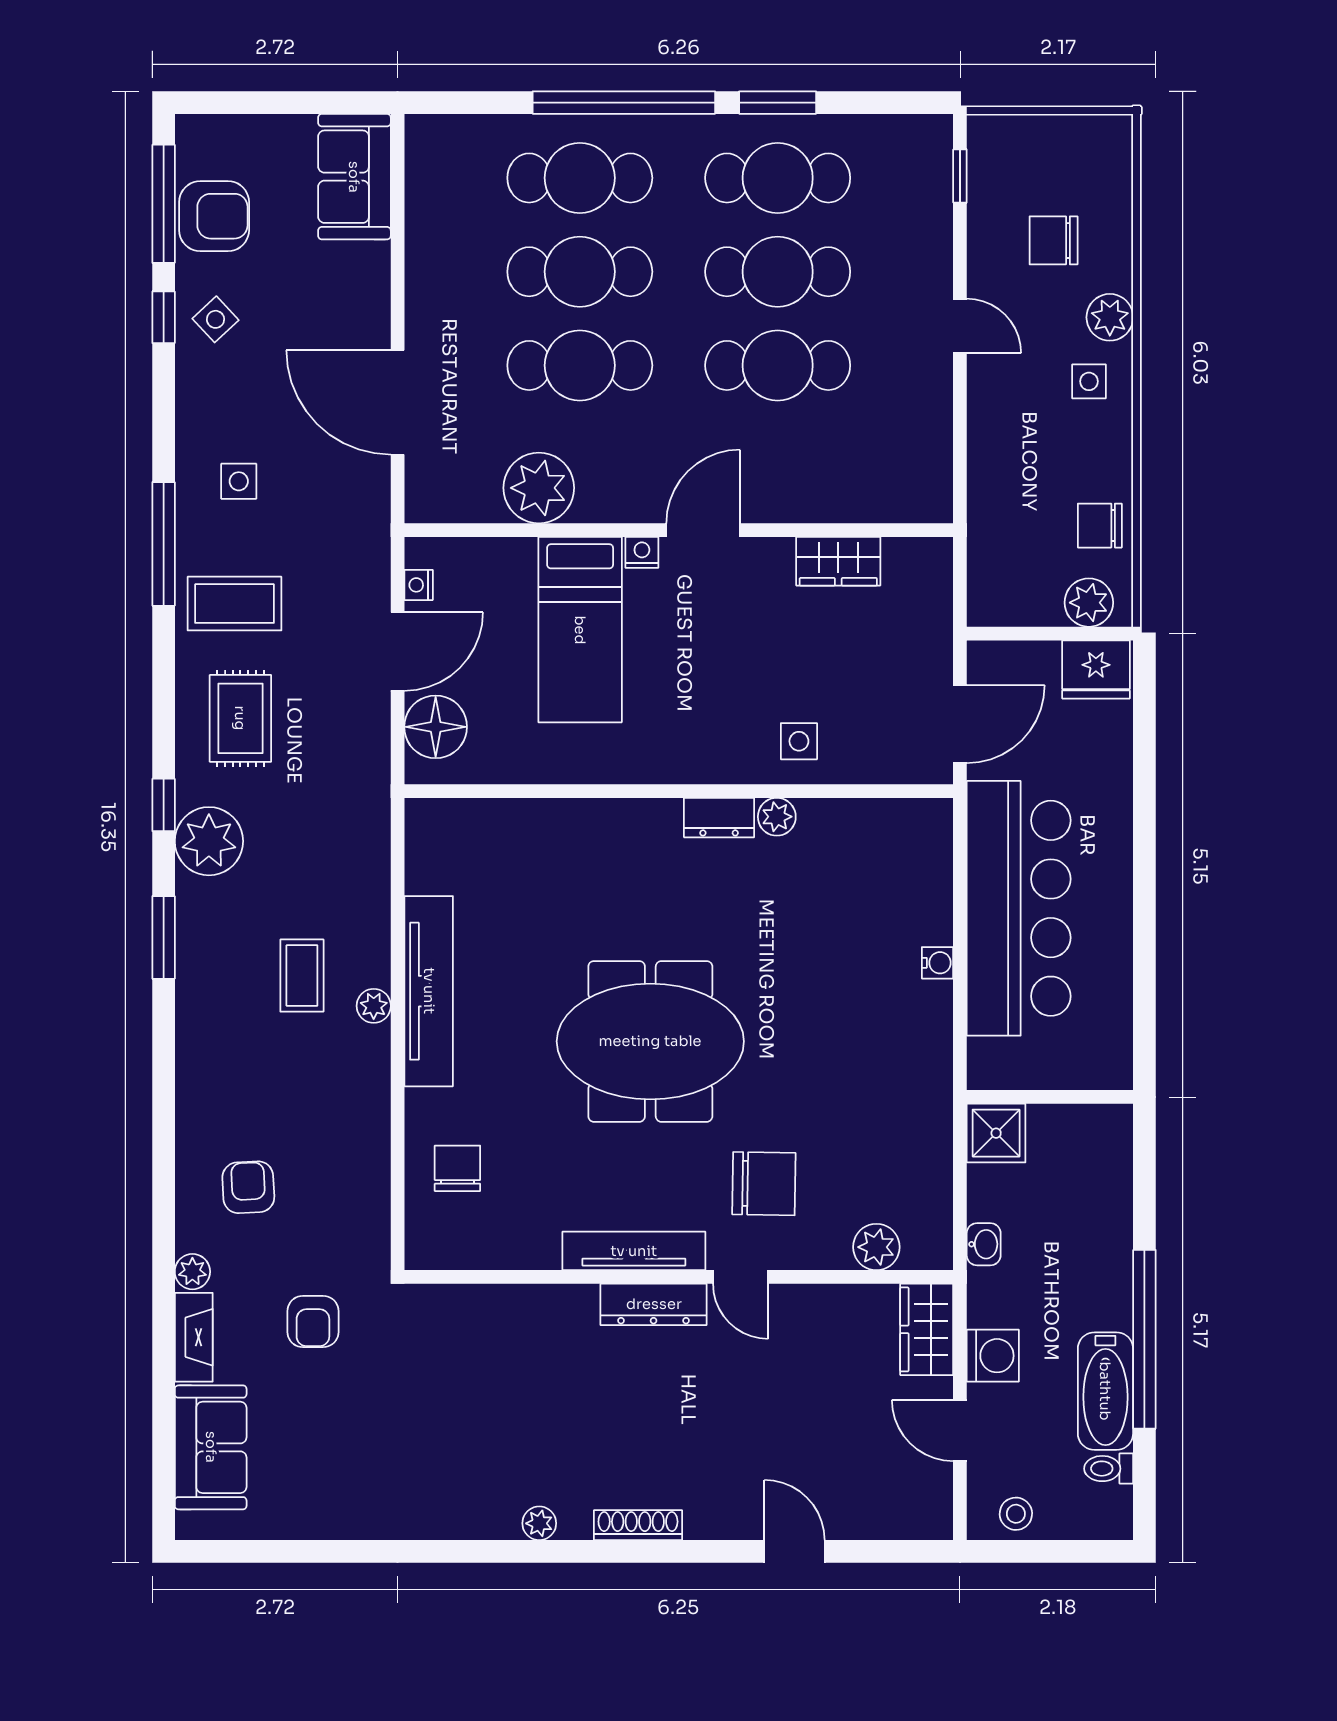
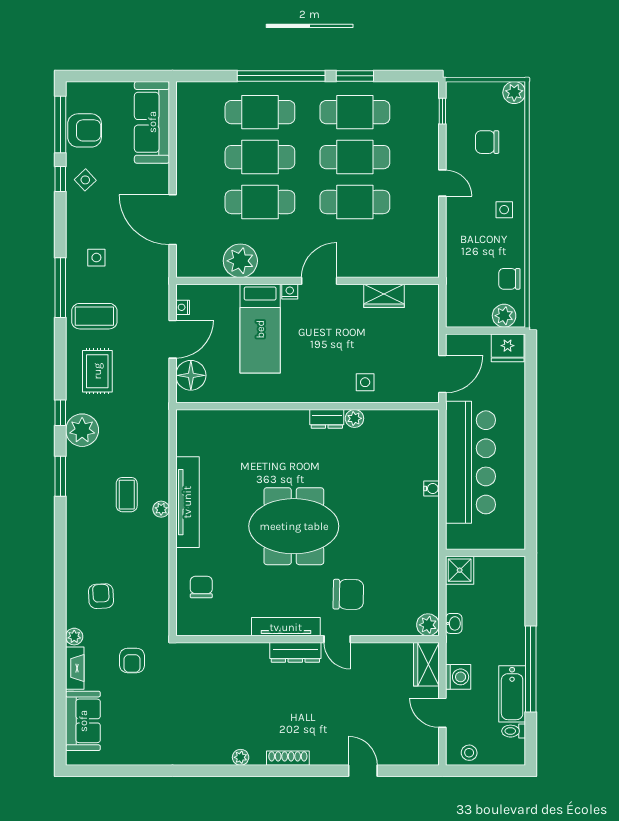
sofa: (354, 177) -> (152, 122), width x1.36
plant: (1110, 317) -> (514, 93), moved
plant: (876, 1247) -> (428, 625), moved

